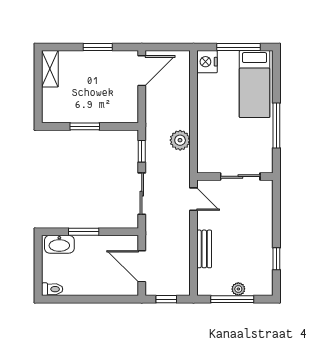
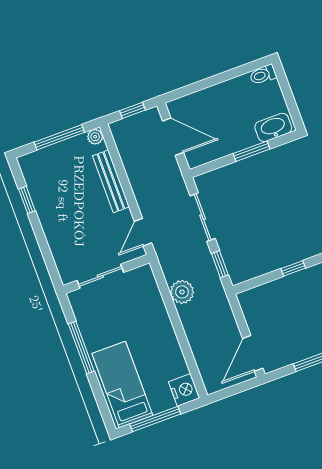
window: (85, 126) -> (293, 268), width x0.67
door: (194, 199) -> (143, 232), hinge flipped
bench: (204, 249) -> (111, 181), width x1.36
plant: (238, 289) -> (95, 137), moved

